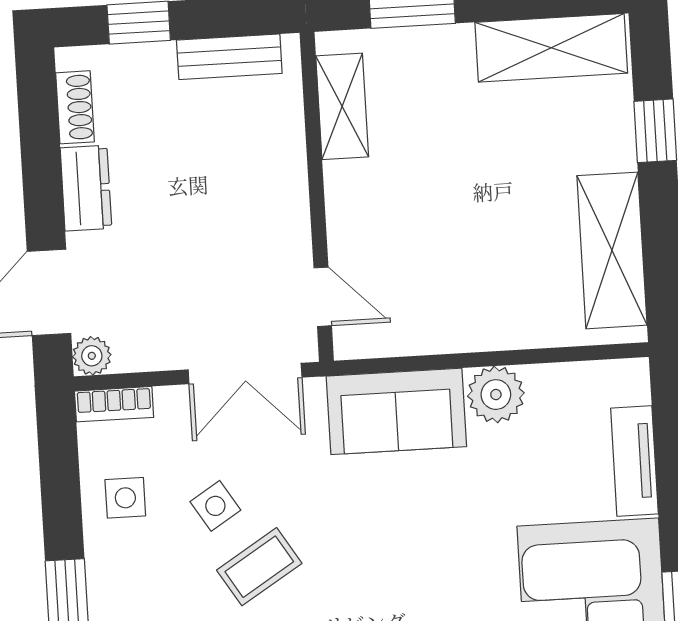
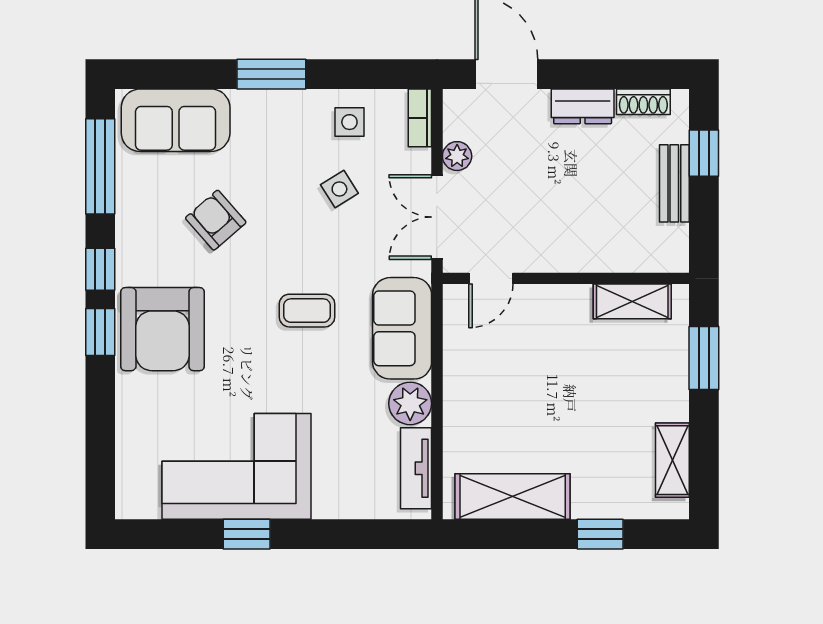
shelving: (551, 48) -> (672, 460), width x0.67, depth x0.75
bench: (229, 57) -> (674, 183), moved
plant: (92, 356) -> (457, 156), moved
tv unit: (634, 461) -> (416, 468), moved, turned -90
coffee table: (259, 567) -> (307, 311), moved, turned -58

